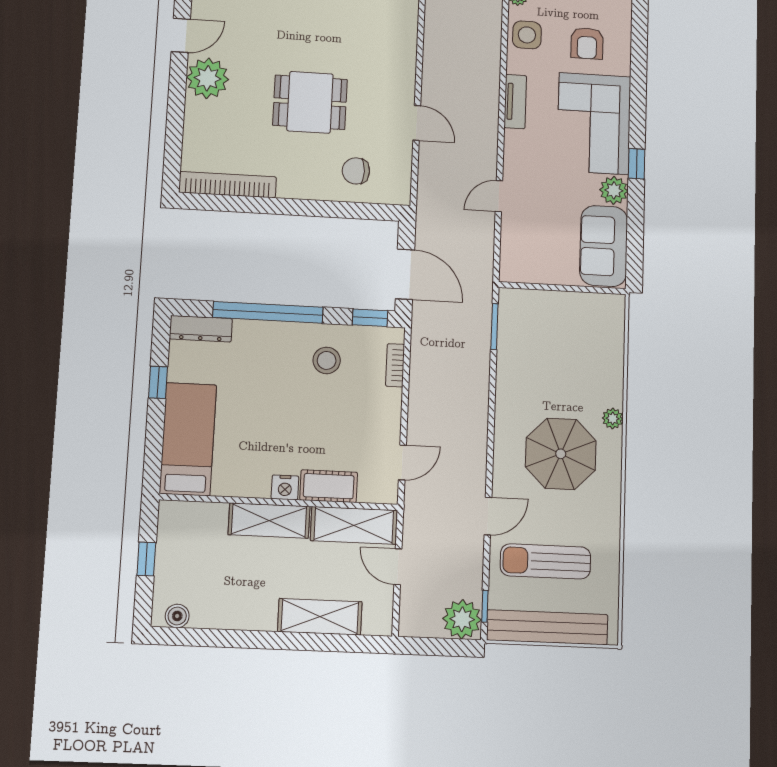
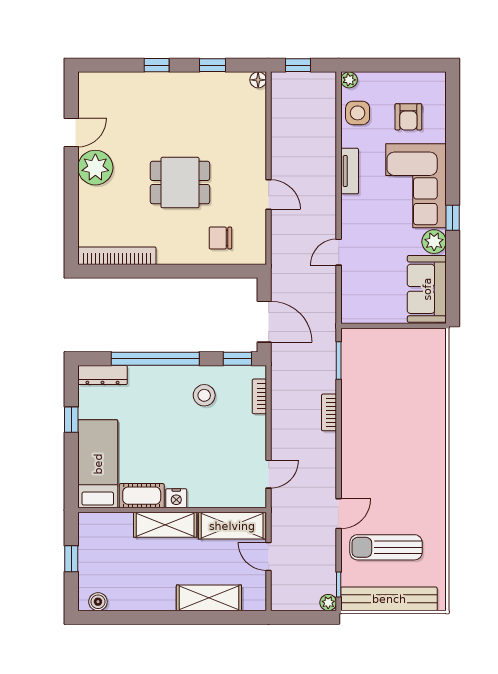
bookcase: (480, 389) -> (329, 412), added
plant: (613, 418) -> (437, 431), removed
parasol: (561, 454) -> (396, 461), removed
cot: (329, 486) -> (142, 496), moved
plant: (462, 619) -> (328, 603), width x0.53, depth x0.53

